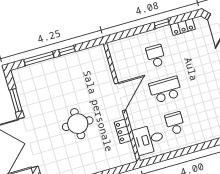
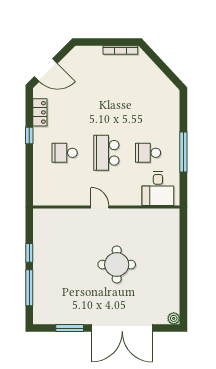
door: (120, 97) -> (100, 207), width x0.53
locker: (123, 131) -> (140, 215), removed
window: (184, 152) -> (183, 152), added

